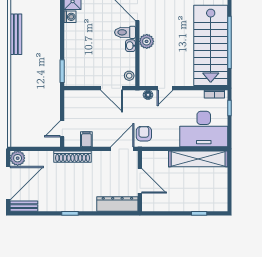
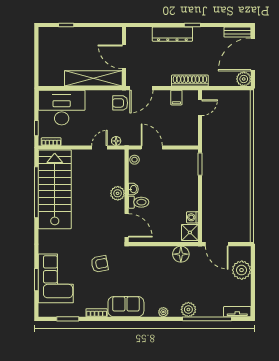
bench: (16, 34) -> (245, 200), removed
armchair: (144, 134) -> (120, 103), turned 90
shelving: (198, 159) -> (93, 78), moved
dresser: (117, 204) -> (172, 34), moved

